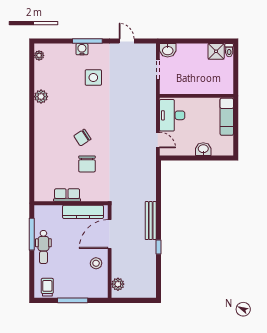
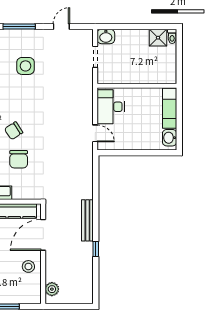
door: (127, 41) -> (61, 26), hinge flipped
water cooler: (82, 49) -> (13, 35), removed
washbasin: (203, 149) -> (170, 138), moved, turned -90

